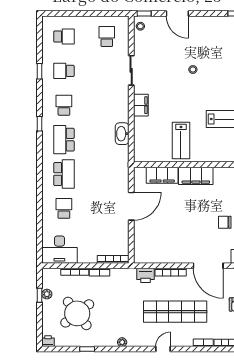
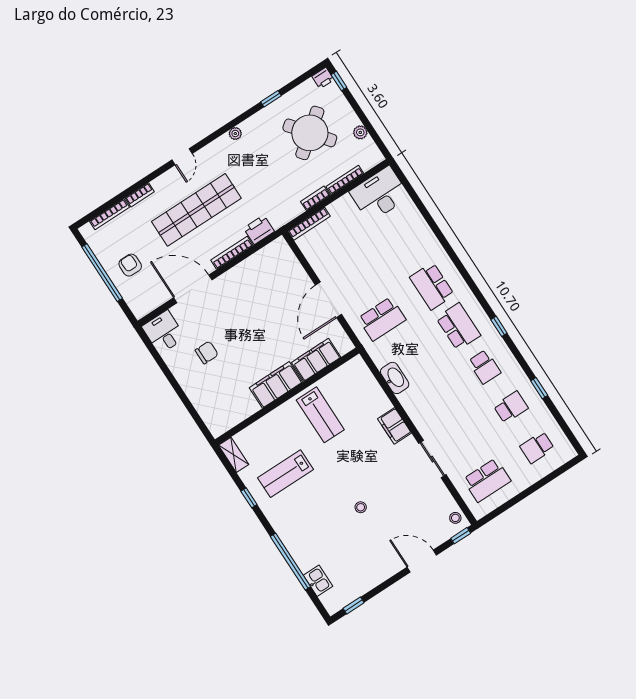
school desk: (107, 37) -> (487, 480), width x1.85
lab bench: (181, 141) -> (320, 415), turned 180
school desk: (64, 208) -> (382, 319), moved, width x1.85
window: (40, 295) -> (339, 81), moved

